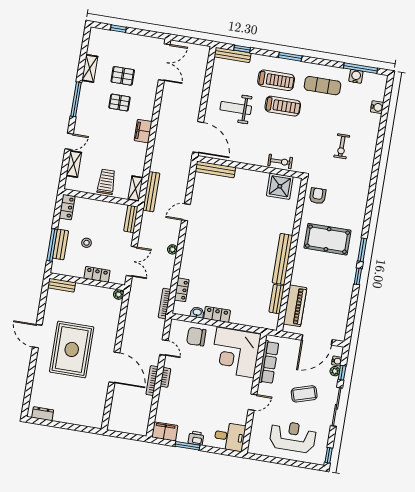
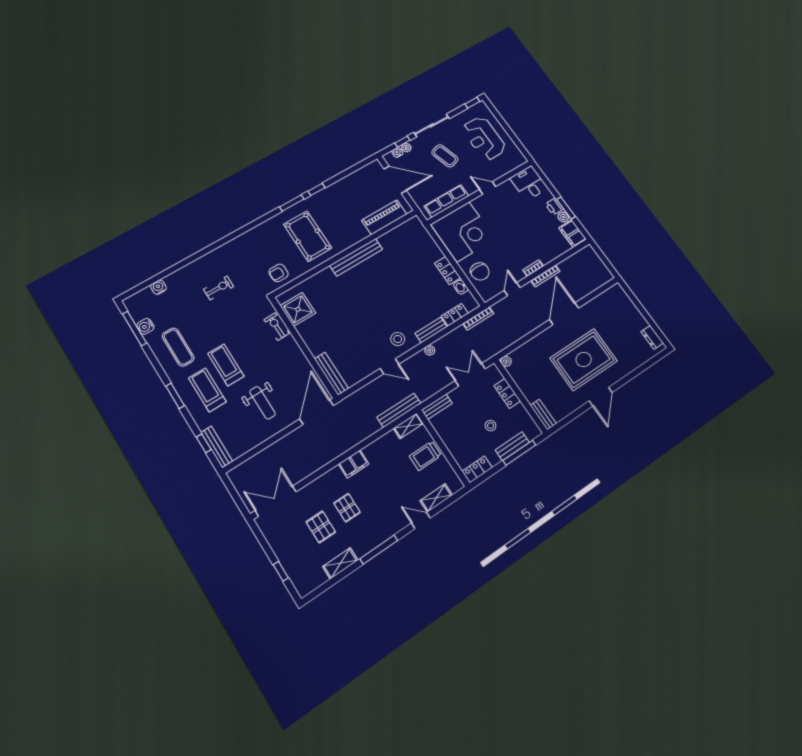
stool: (200, 235) -> (398, 339), added
bench: (277, 299) -> (431, 330), moved
plant: (183, 437) -> (563, 217), added

